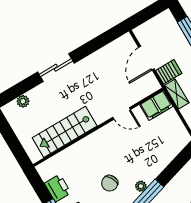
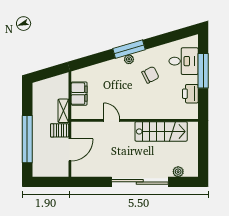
sliding door: (56, 68) -> (140, 182), width x1.86
filing cabinet: (156, 105) -> (79, 94), moved, turned 90

